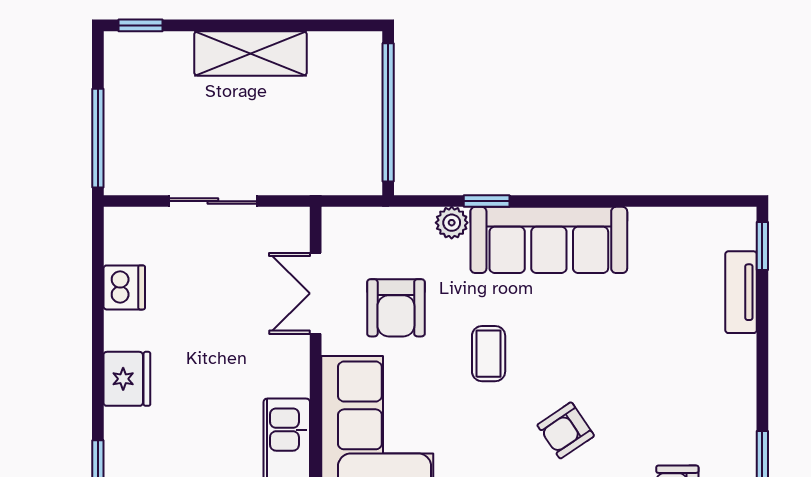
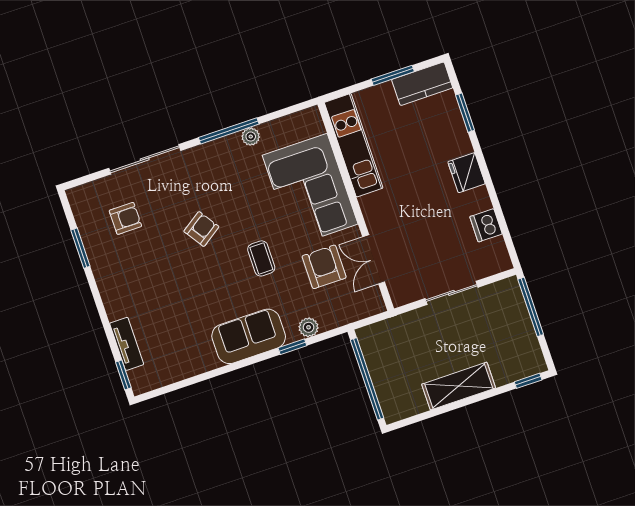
sofa: (549, 240) -> (249, 336), width x0.73
double door: (316, 293) -> (374, 259), swing flipped

